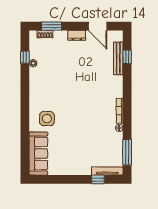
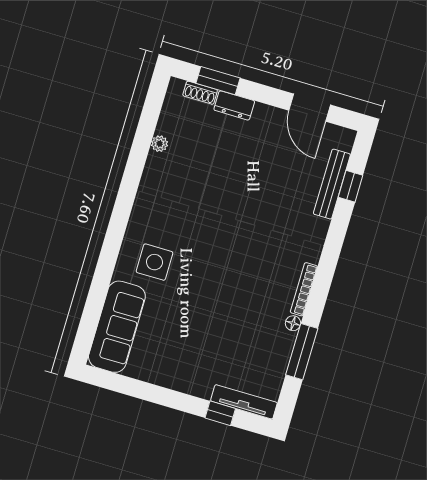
dresser: (77, 35) -> (234, 105), moved
window: (25, 57) -> (147, 127), removed
window: (127, 152) -> (302, 352), moved

